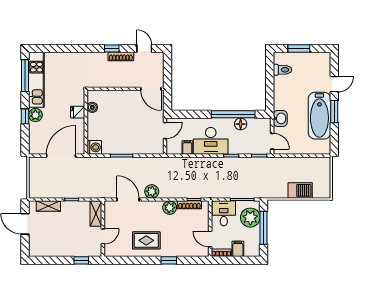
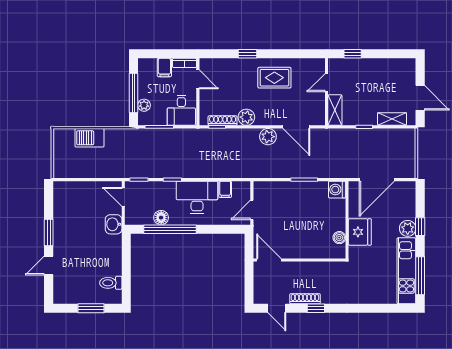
fridge: (78, 112) -> (360, 232), width x1.88, depth x1.34
bathtub: (319, 116) -> (66, 228), removed
plant: (250, 218) -> (144, 105), width x0.53, depth x0.53

